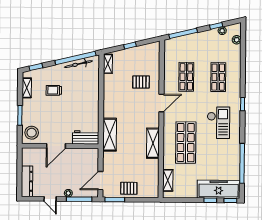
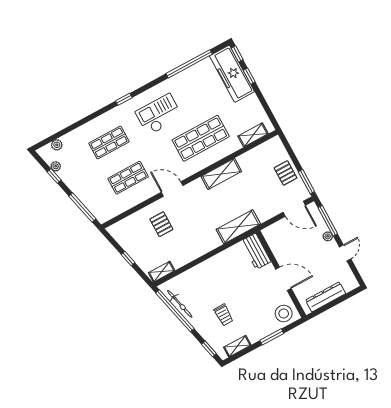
dresser: (27, 181) -> (326, 297), moved

